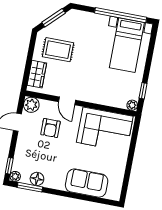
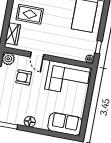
armchair: (51, 128) -> (24, 77), turned 90
floor lamp: (37, 179) -> (30, 122), moved
sofa: (87, 183) -> (65, 124), moved

